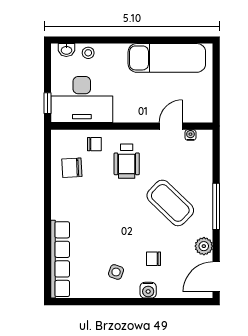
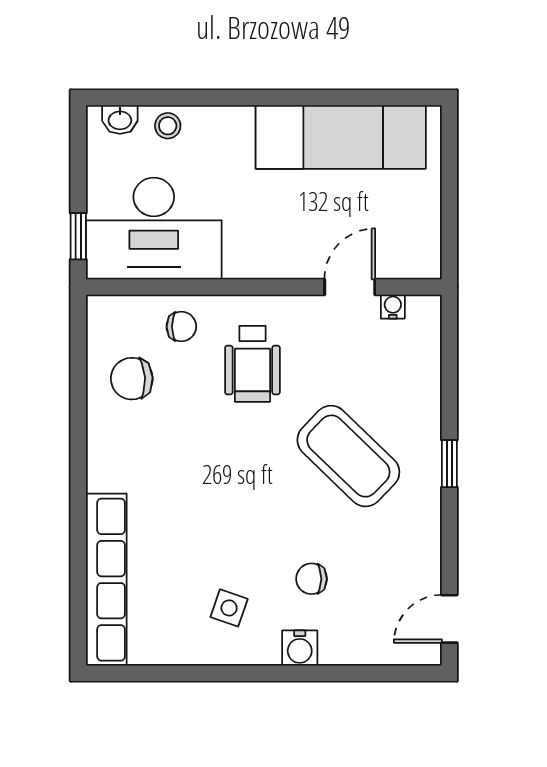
window: (216, 206) -> (449, 464), width x0.46
plant: (204, 246) -> (422, 551), removed
door: (216, 277) -> (449, 619), width x0.73

